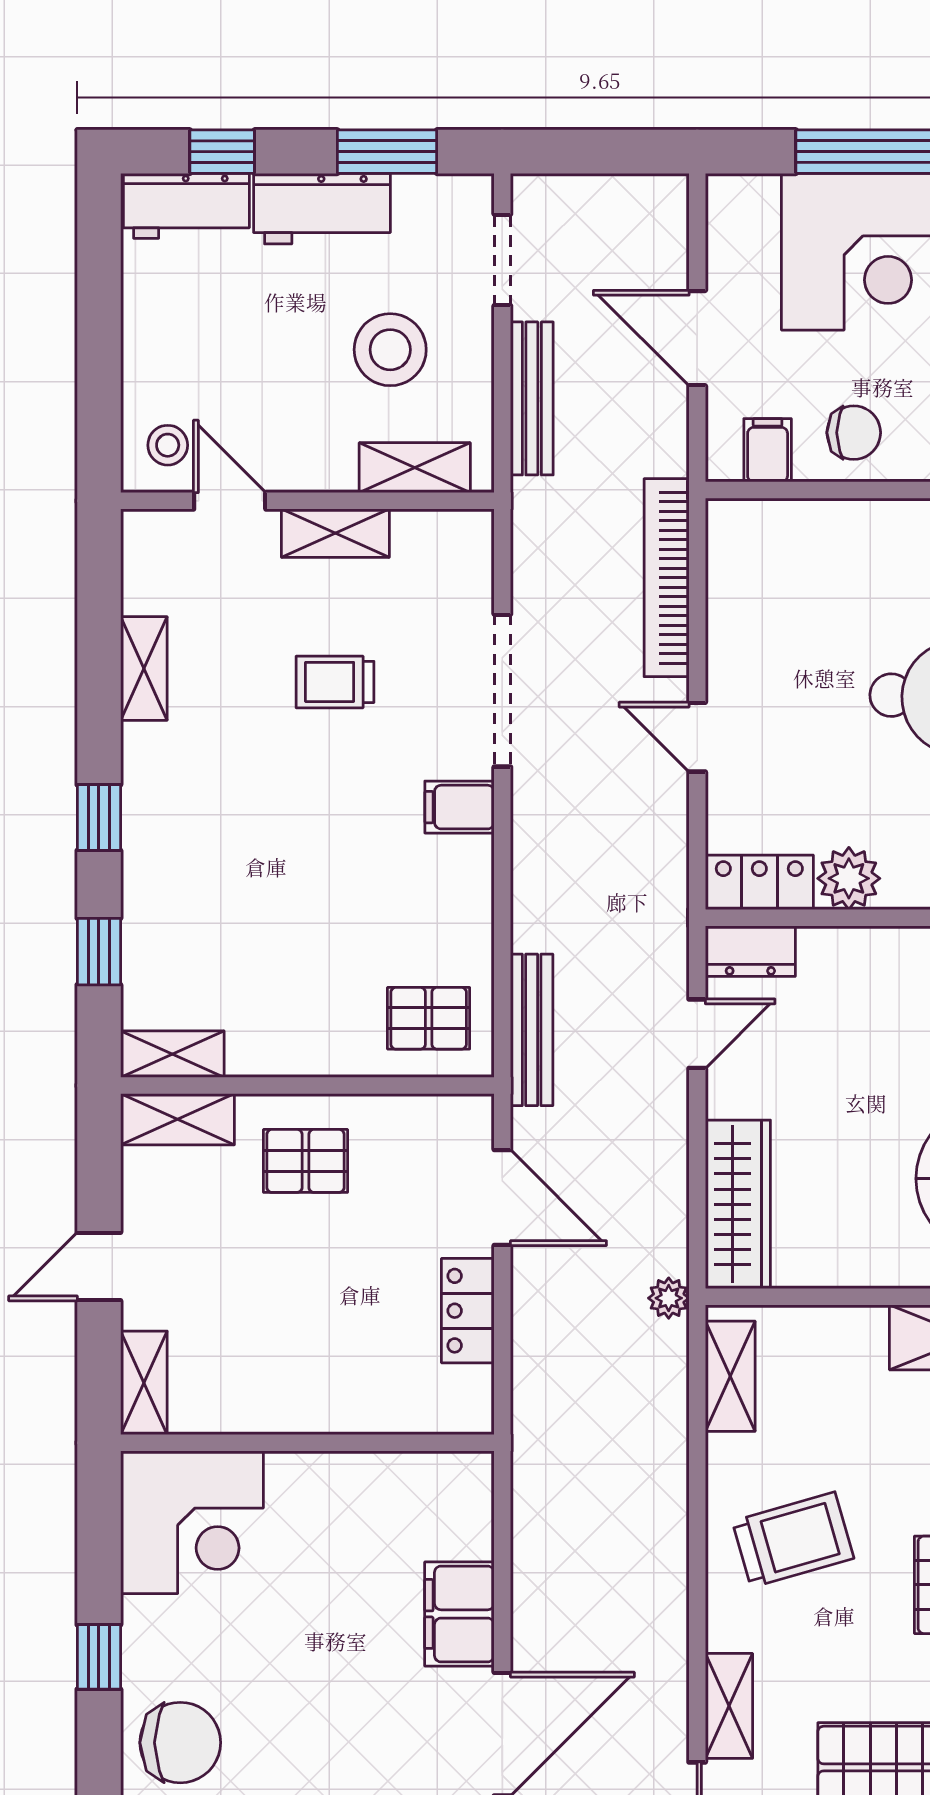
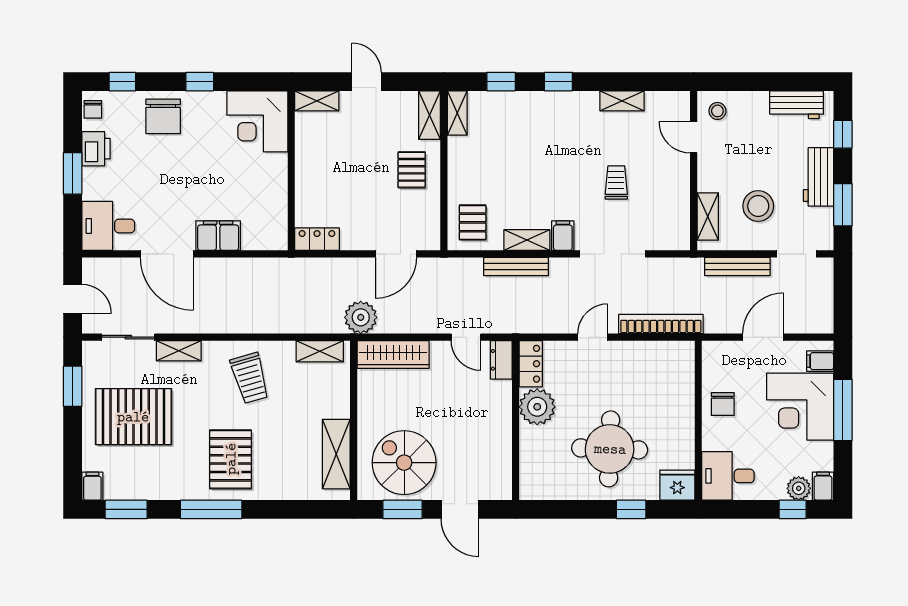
workbench: (186, 206) -> (797, 105), moved, turned -90
filing cabinet: (768, 450) -> (820, 361), moved, turned 180
door: (230, 501) -> (694, 137), swing flipped
shelving: (335, 533) -> (527, 240), moved, turned 90
plant: (849, 878) -> (537, 407), width x1.36, depth x1.36
bench: (532, 1030) -> (516, 266), moved
plant: (669, 1298) -> (361, 317), width x1.88, depth x1.88
locker: (468, 1311) -> (317, 239), moved

